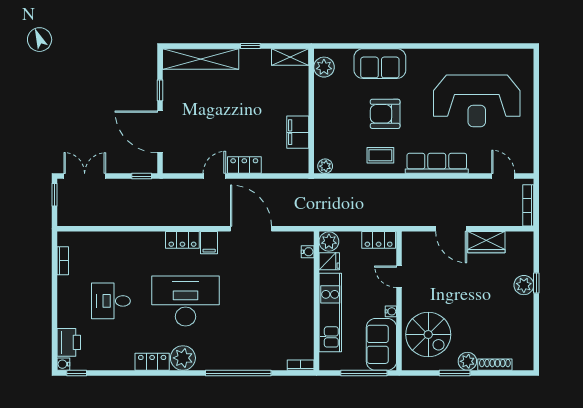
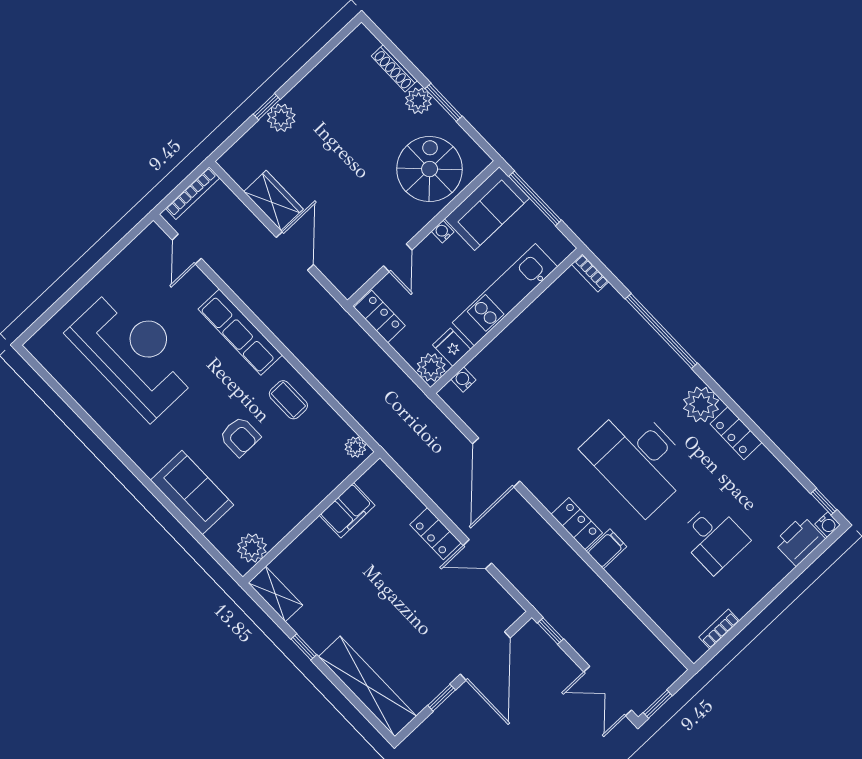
armchair: (385, 114) -> (240, 436), width x0.72, depth x0.72
filing cabinet: (209, 243) -> (606, 549), moved

